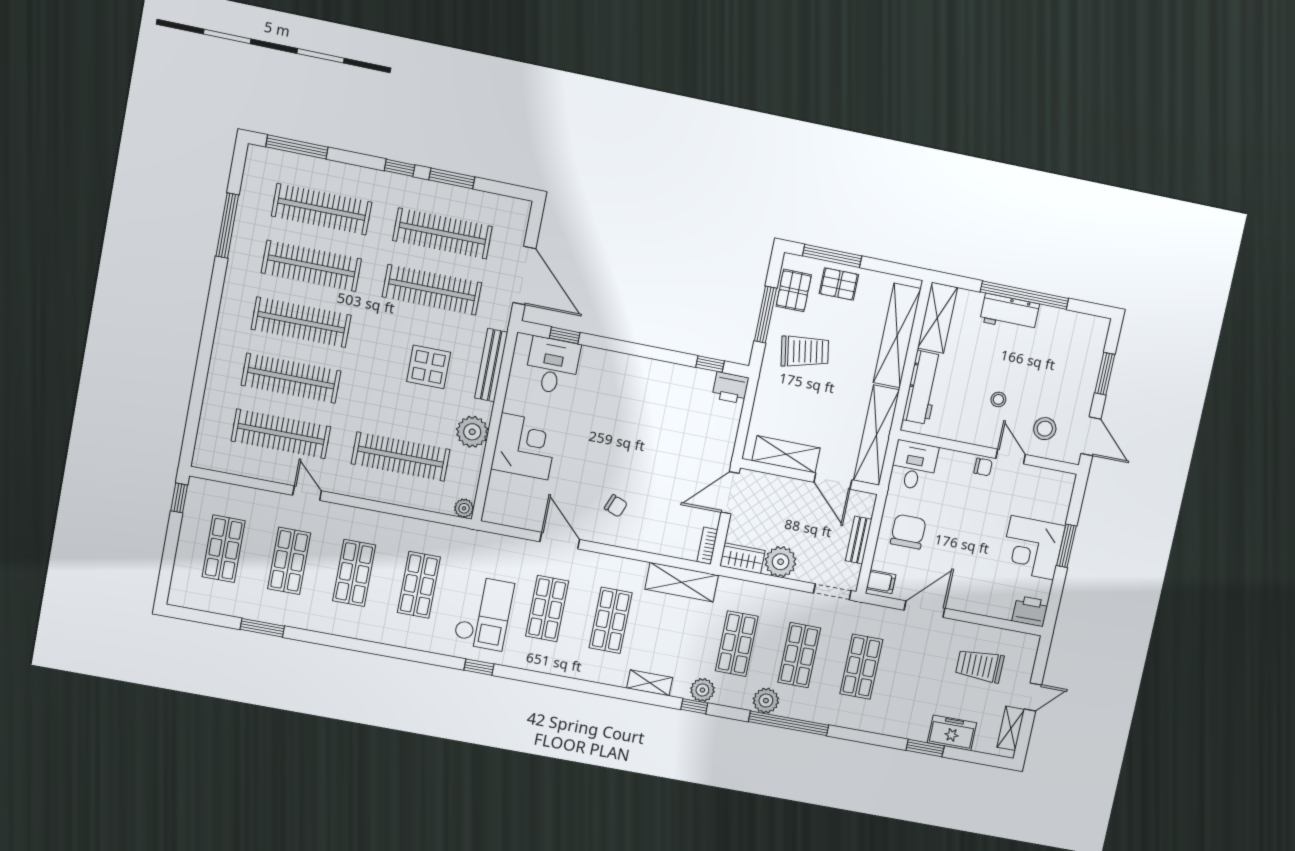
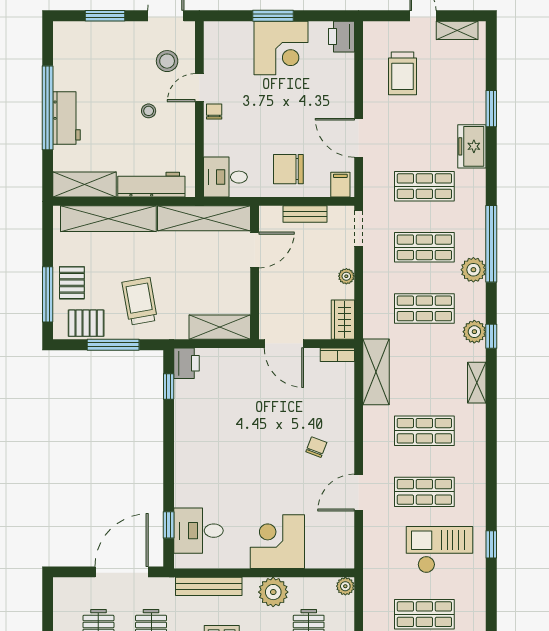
shelving: (786, 454) -> (220, 327), moved, turned 90
plant: (781, 562) -> (346, 276), width x0.53, depth x0.53
freezer: (952, 733) -> (472, 146), moved

